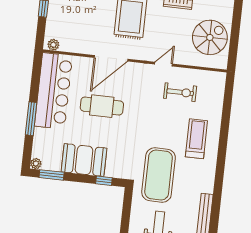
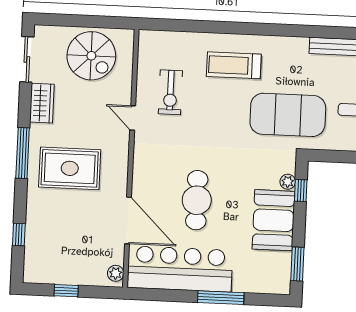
spiral stairs: (210, 37) -> (91, 56), turned 180
door: (111, 58) -> (128, 220), moved
exercise bike: (180, 92) -> (170, 92), turned 180
plant: (36, 164) -> (288, 182), moved

